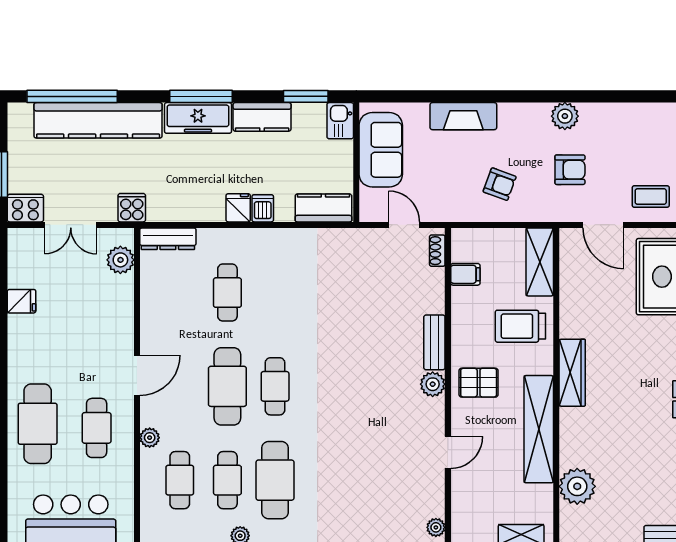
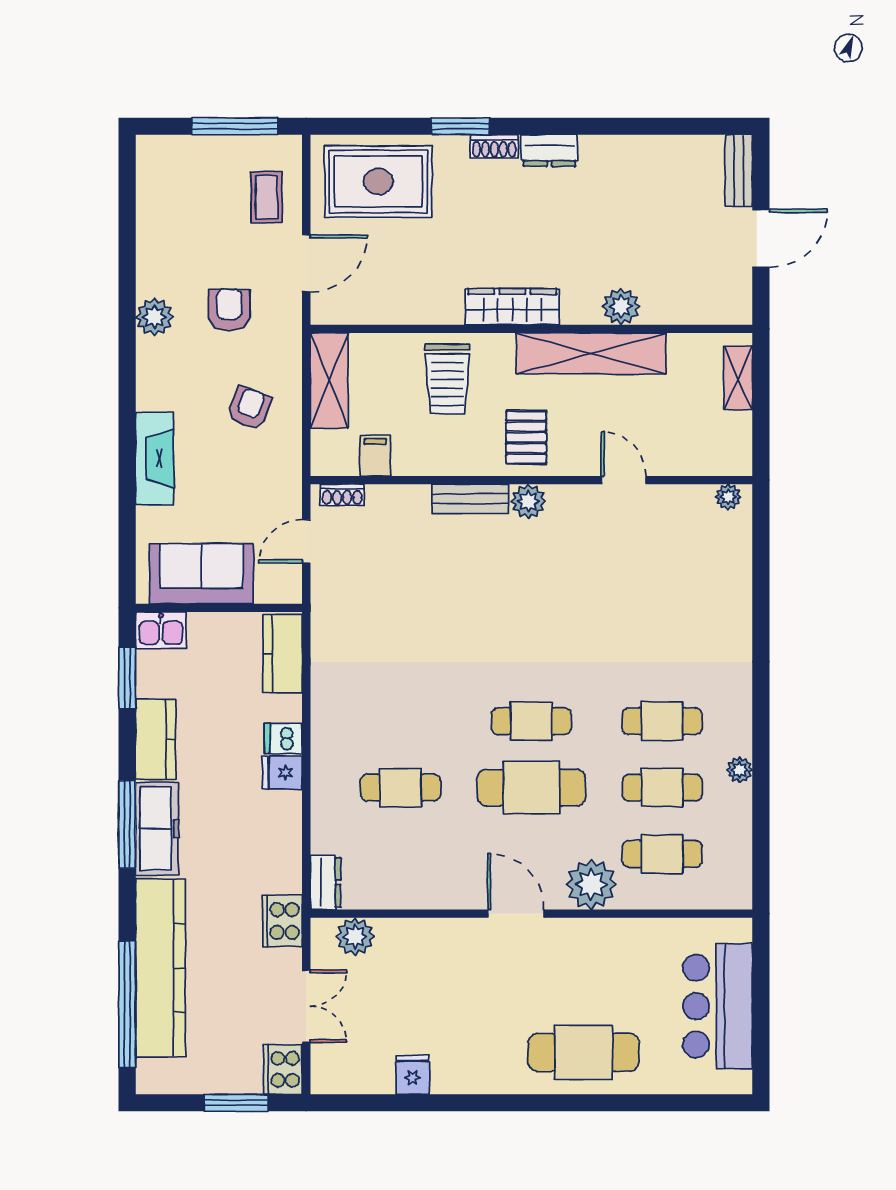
cooker: (132, 208) -> (282, 921), width x1.36
dresser: (168, 239) -> (326, 882), width x0.70
shelving: (540, 262) -> (329, 381), moved, turned 90
cafe table: (97, 428) -> (589, 970), removed
plant: (150, 438) -> (591, 884), width x1.88, depth x1.88
cafe table: (275, 480) -> (662, 721), width x0.73, depth x0.74
plant: (577, 486) -> (621, 306), moved, width x0.73, depth x0.73

